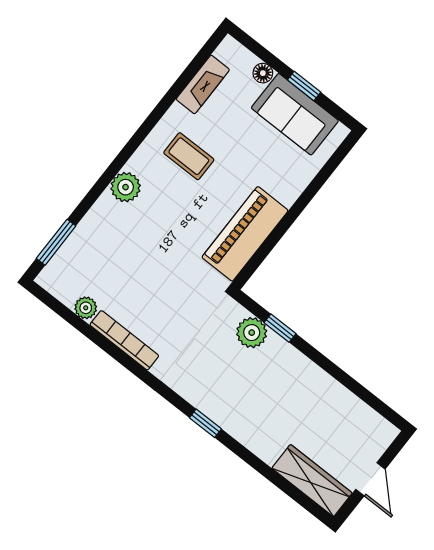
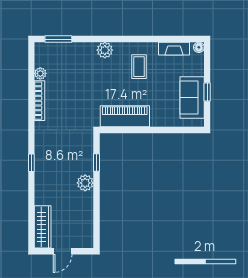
floor lamp: (263, 73) -> (199, 47), moved
plant: (252, 333) -> (85, 183), moved

